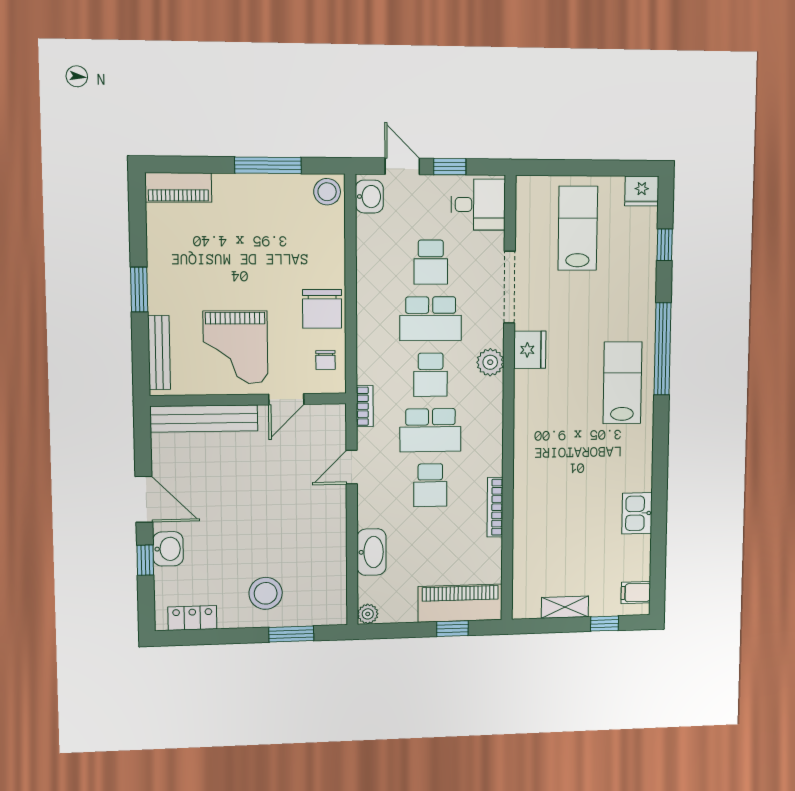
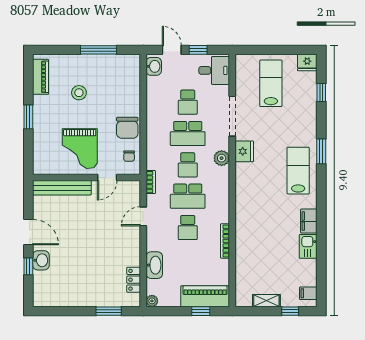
piano: (178, 187) -> (41, 77), moved, turned -90
stool: (327, 192) -> (79, 93), moved
window: (662, 349) -> (321, 151), width x0.47
bench: (159, 353) -> (38, 151), removed
filing cabinet: (639, 470) -> (309, 221), added
stool: (266, 593) -> (94, 287), removed
locker: (192, 618) -> (134, 280), moved, turned -90

